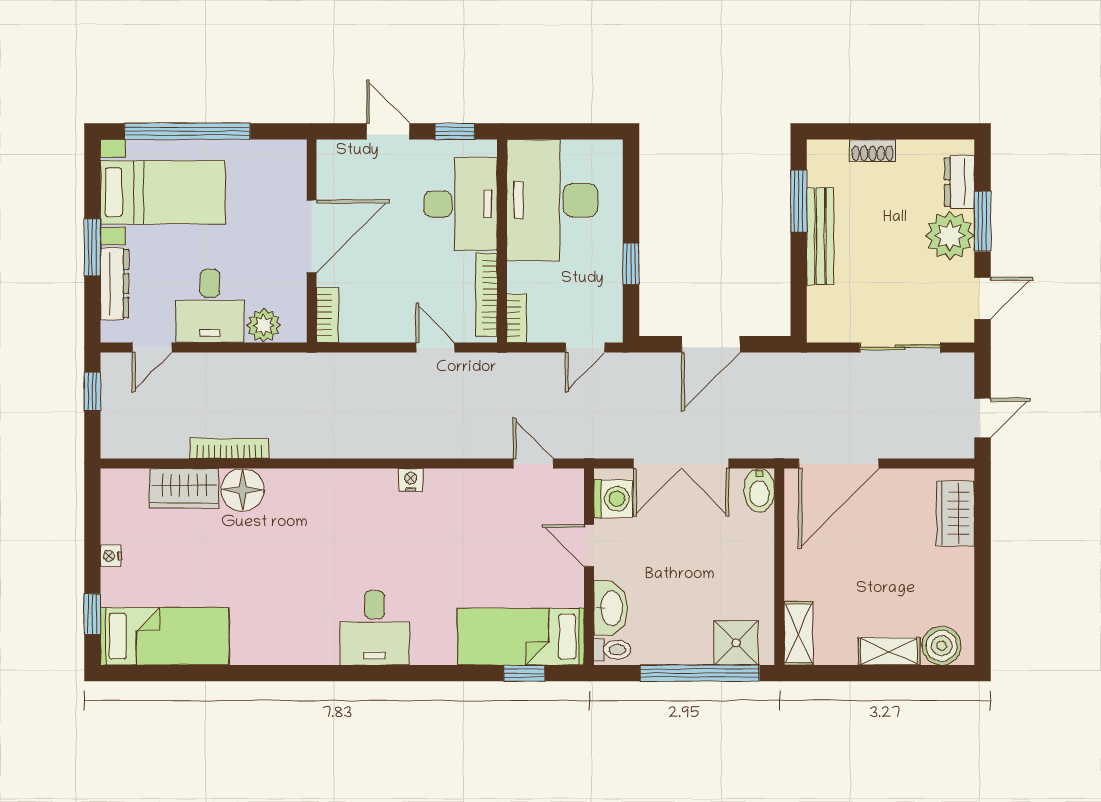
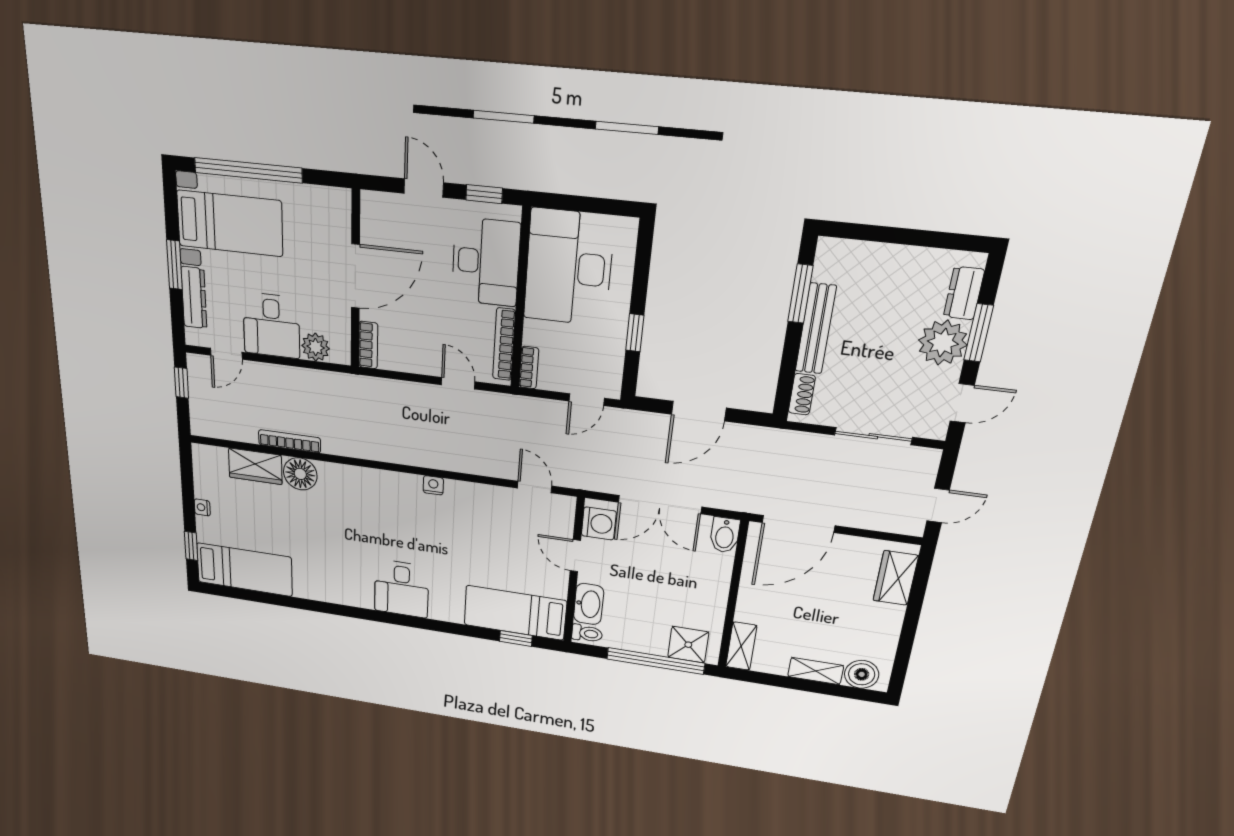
shoe rack: (873, 151) -> (802, 394), moved, turned -90

